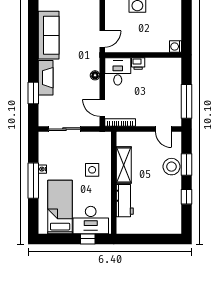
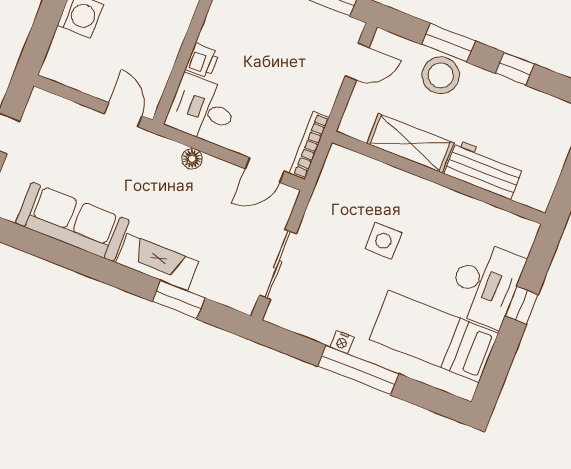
shelving: (124, 165) -> (410, 143), moved
wall: (114, 183) -> (439, 178), moved
workbench: (125, 201) -> (484, 170), moved

